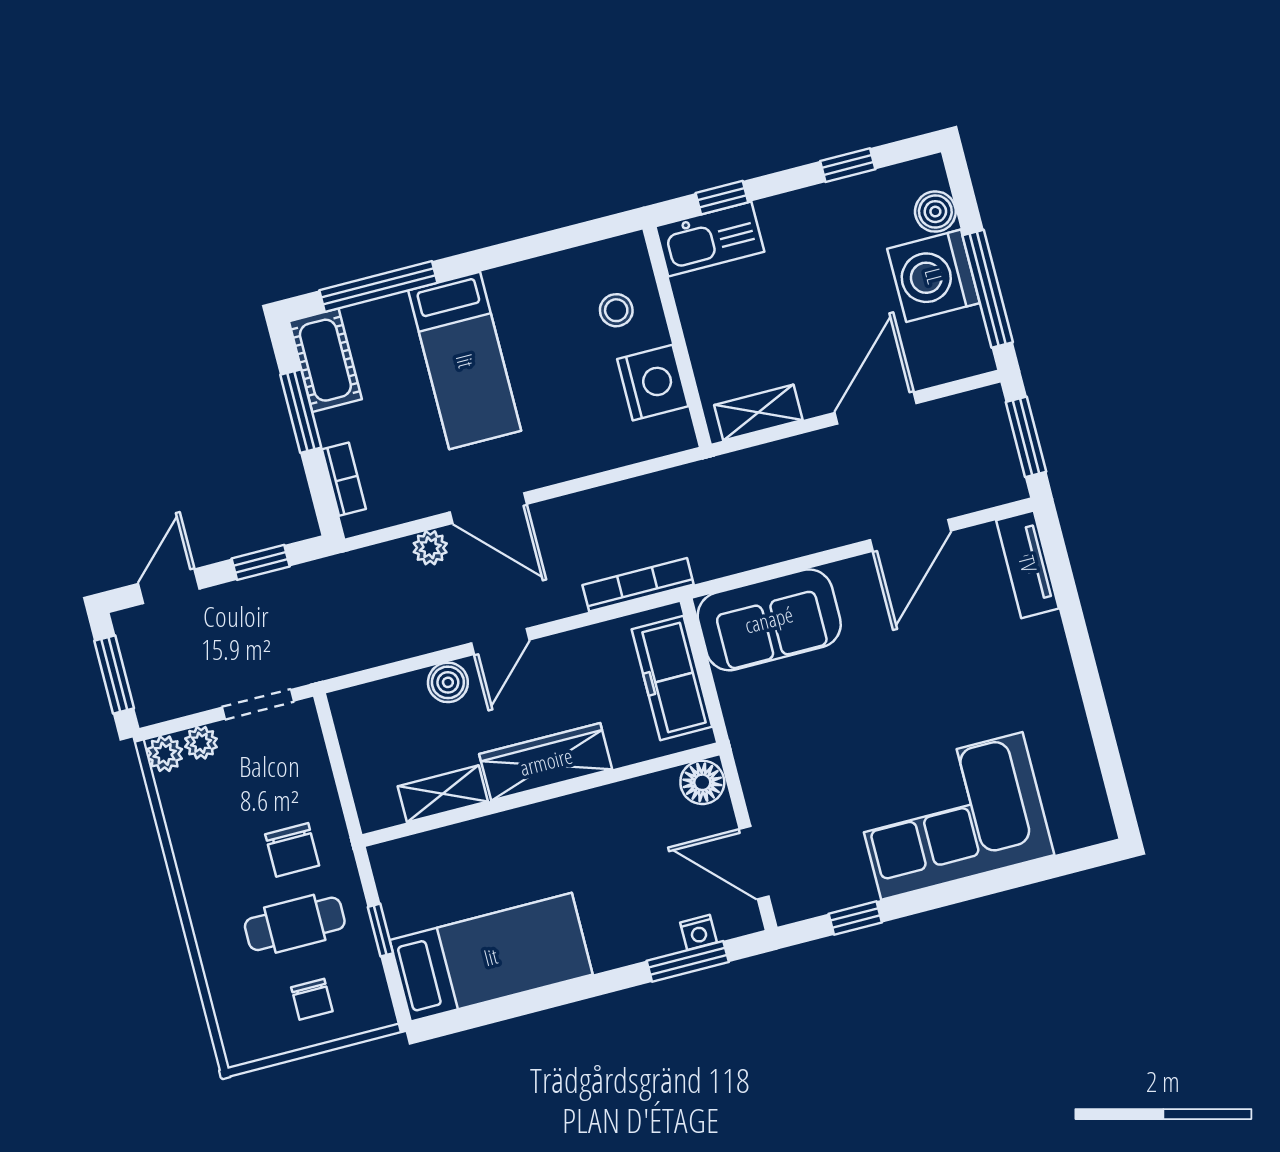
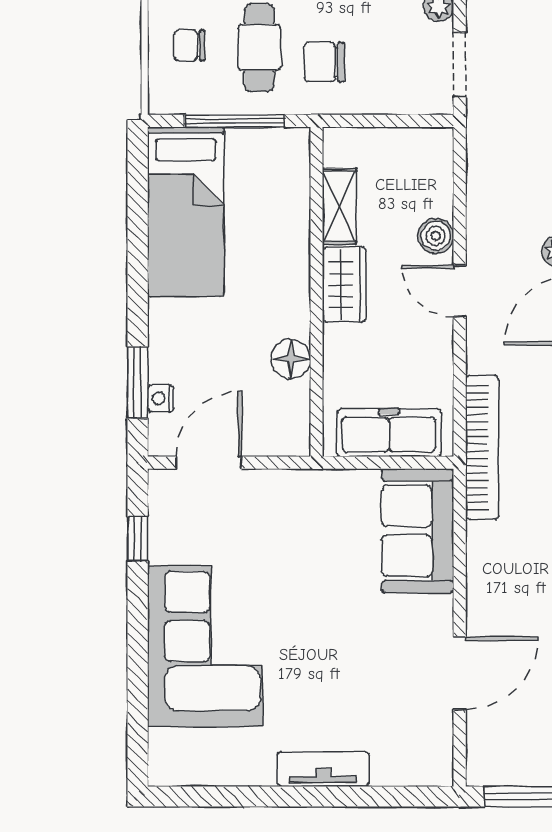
door: (910, 535) -> (460, 673), swing flipped
tv unit: (1028, 564) -> (323, 769), moved
bookcase: (638, 585) -> (482, 447), width x1.48, depth x1.31
wardrobe: (546, 762) -> (344, 285), width x0.67
floor lamp: (702, 782) -> (291, 359), moved
window: (380, 930) -> (234, 121), width x2.17

